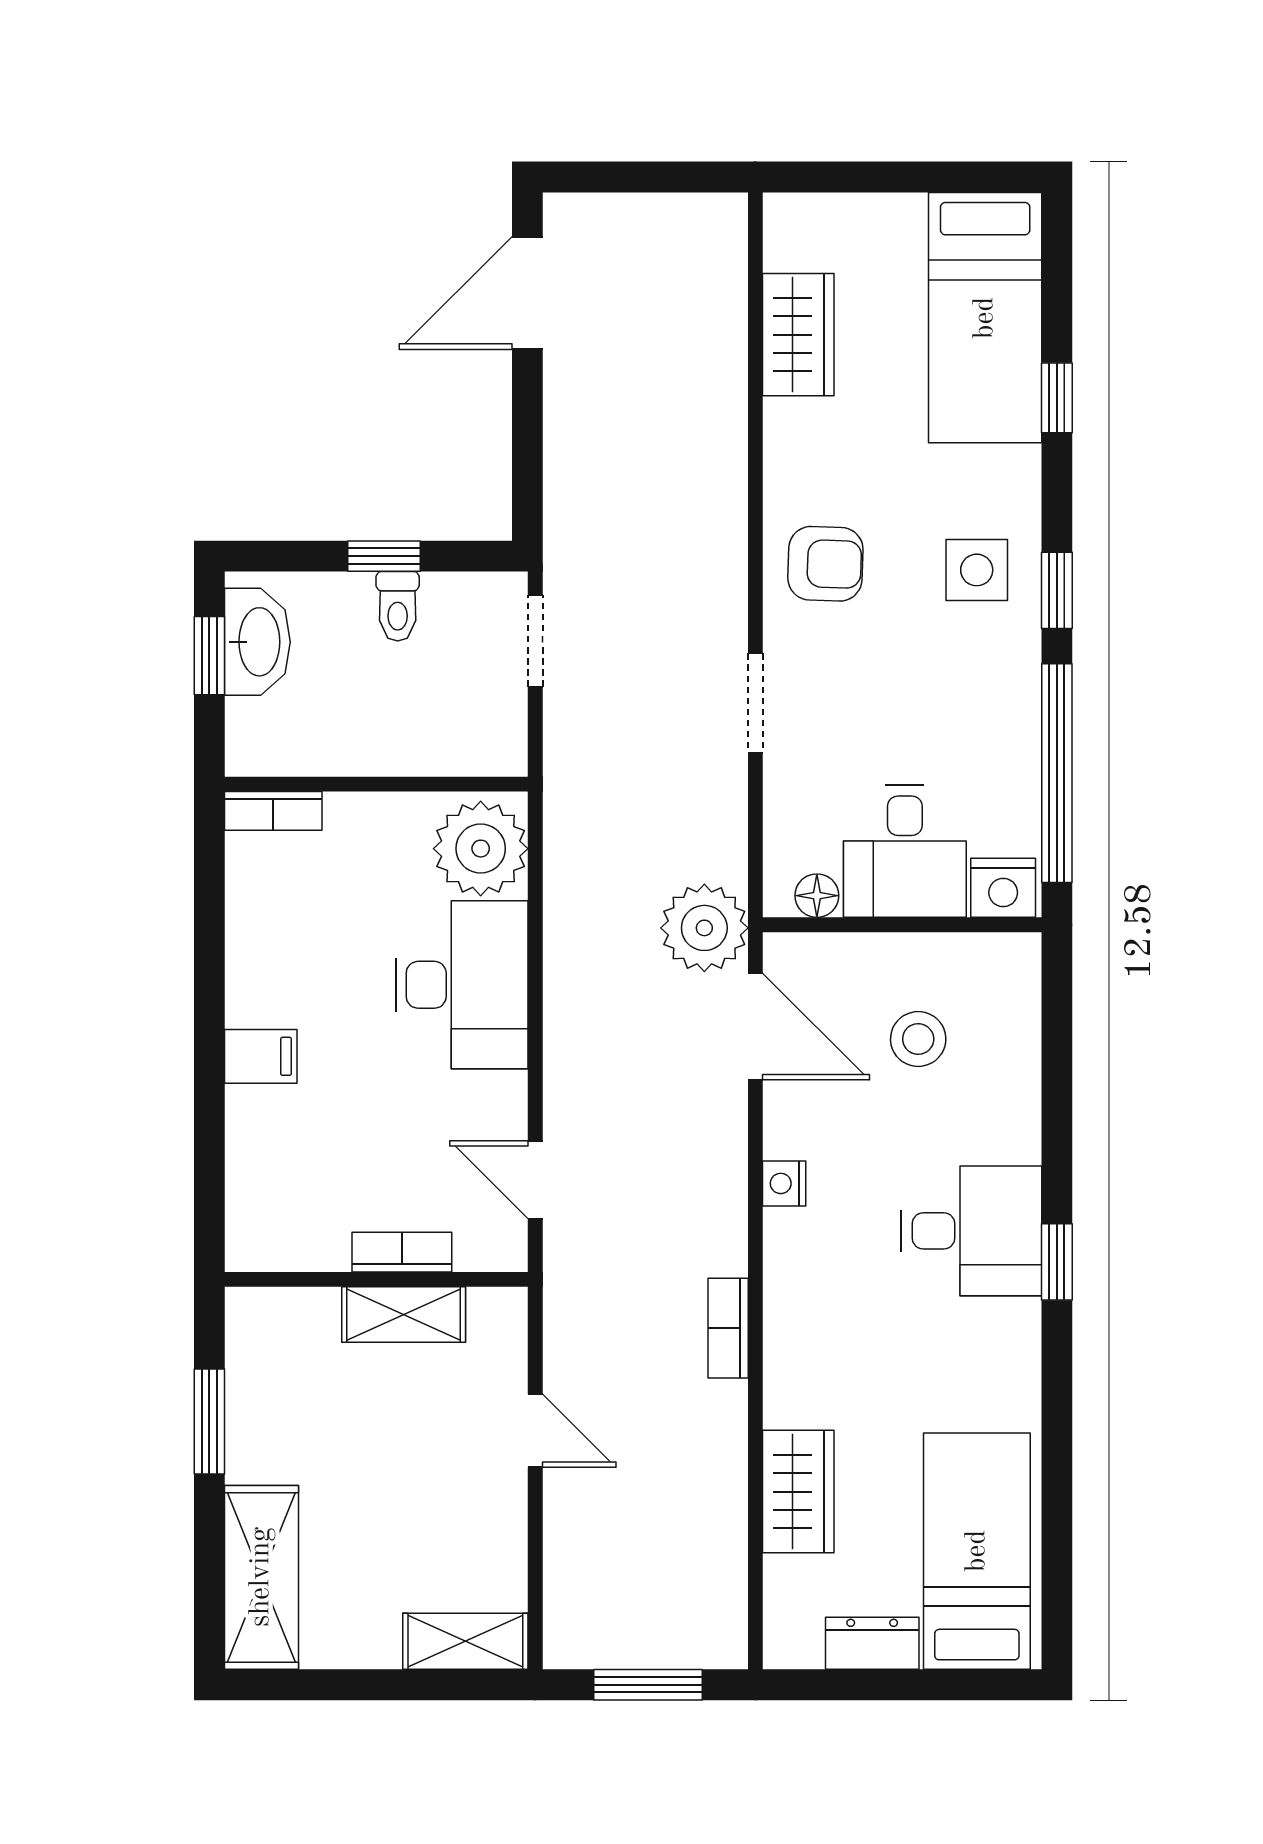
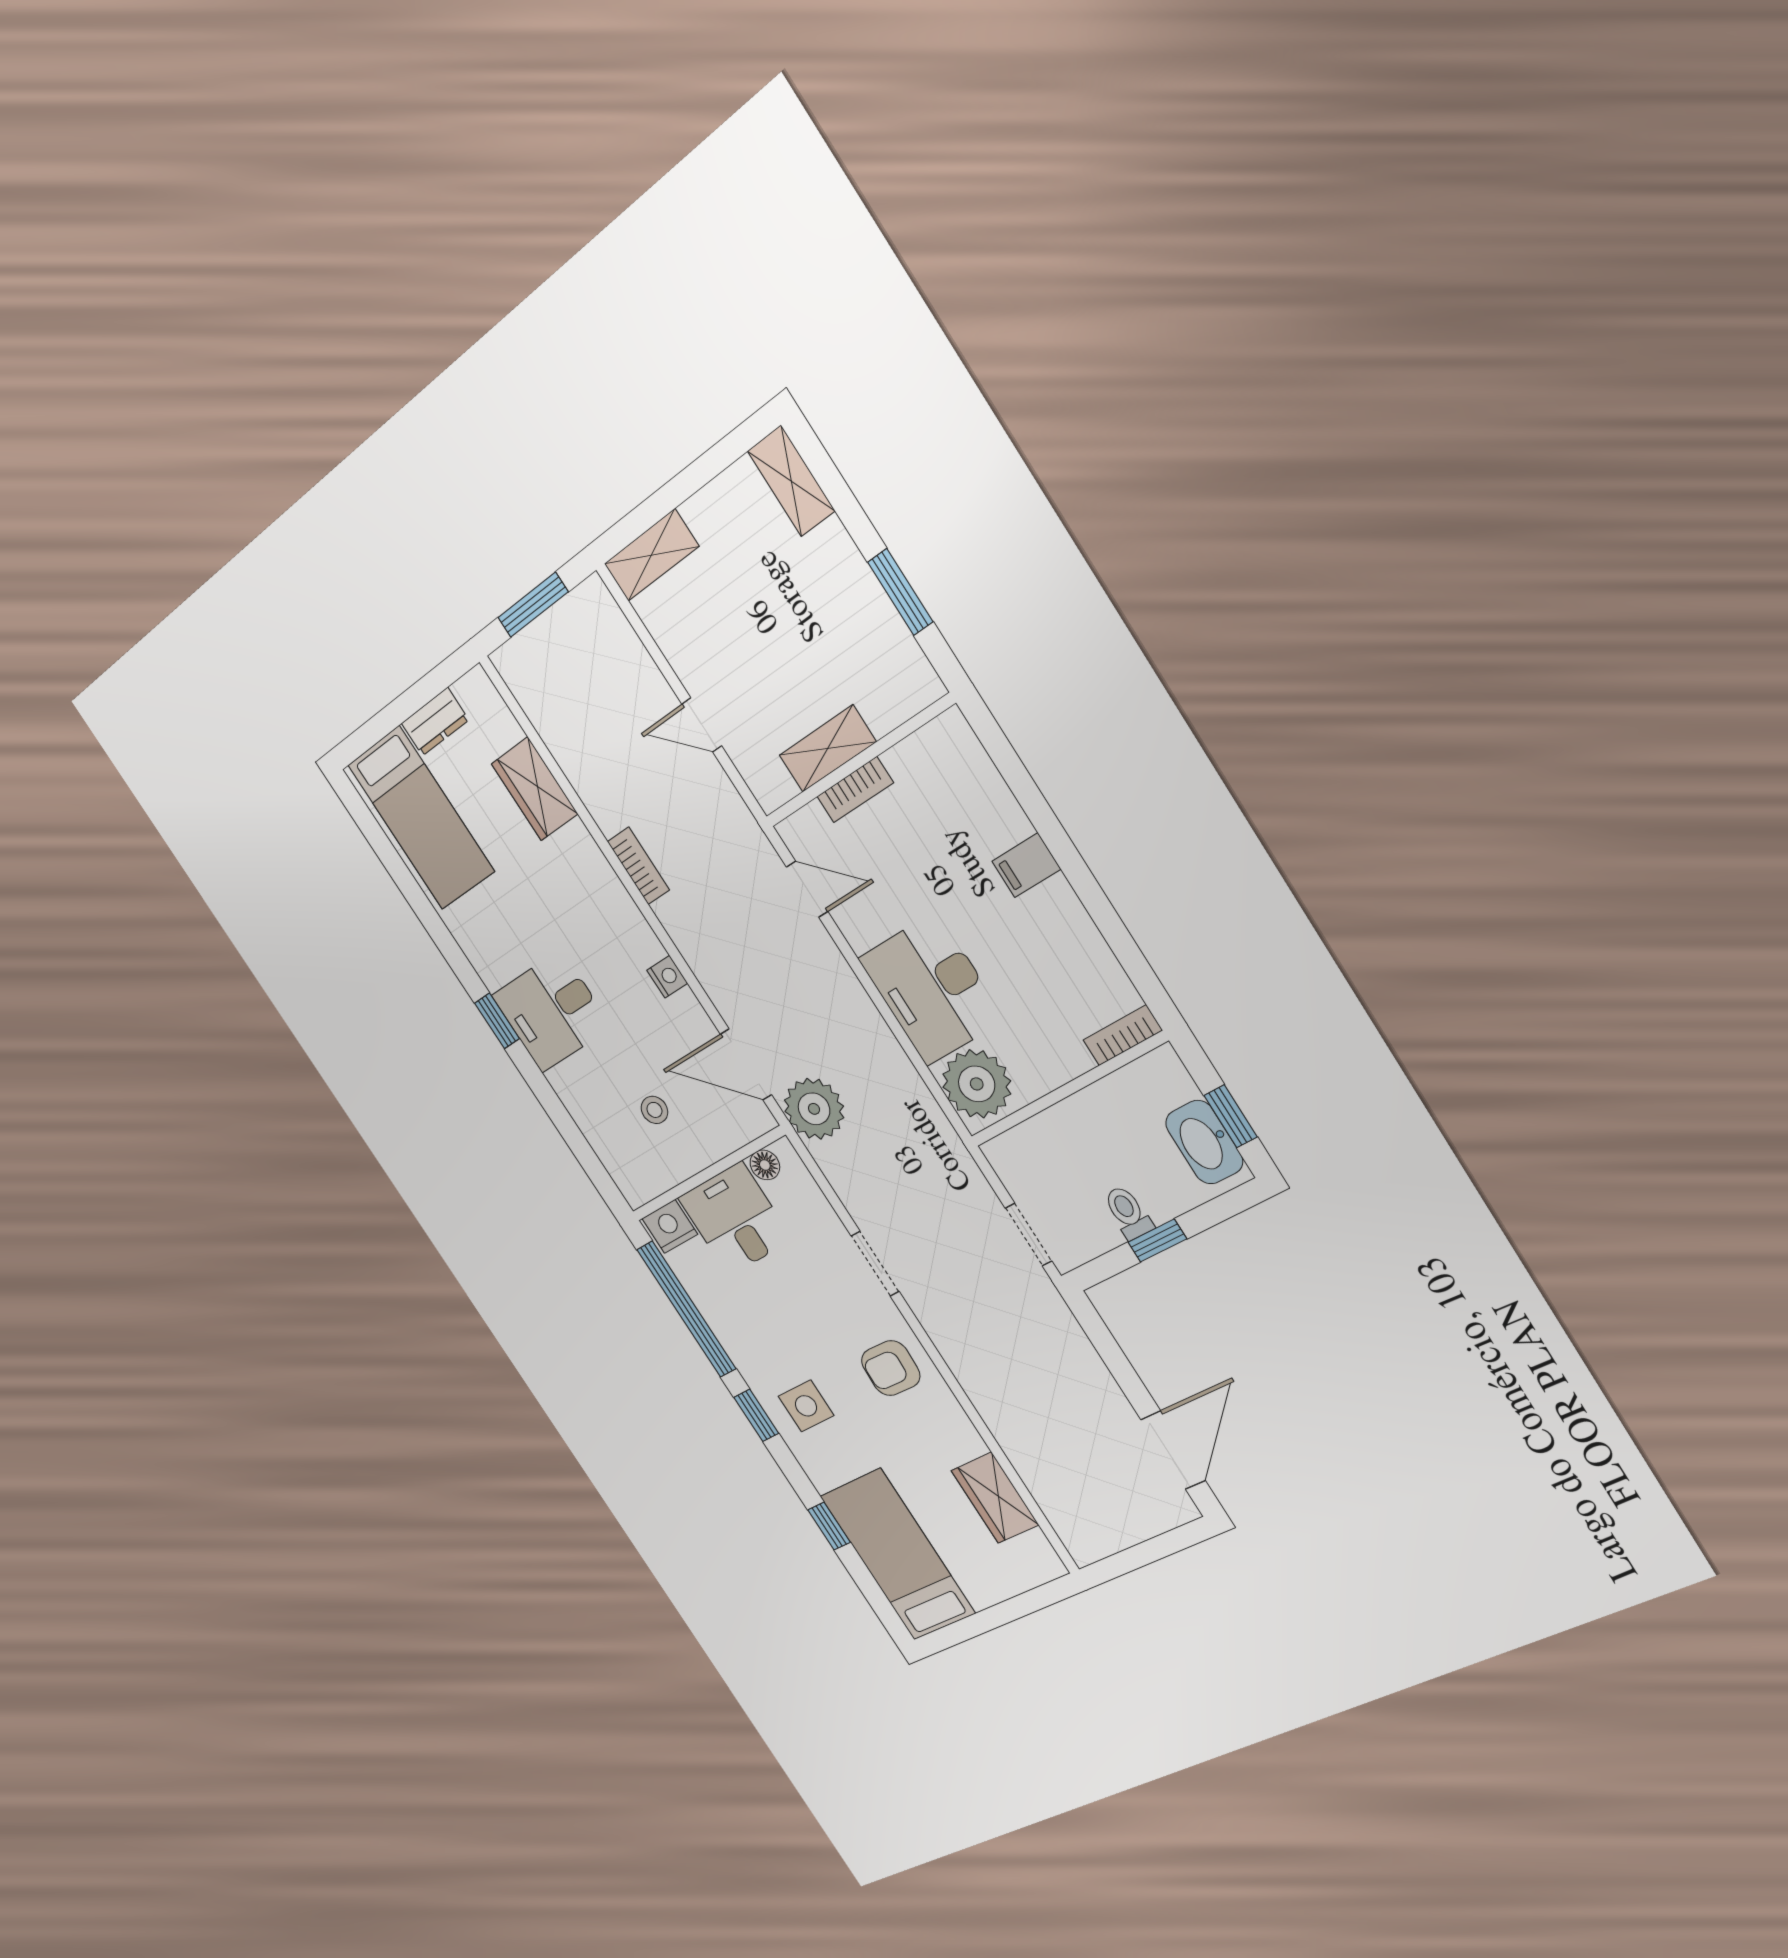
stool: (918, 1039) -> (654, 1110), width x0.73, depth x0.73
shelving: (261, 1577) -> (791, 481), width x0.67, depth x0.75

